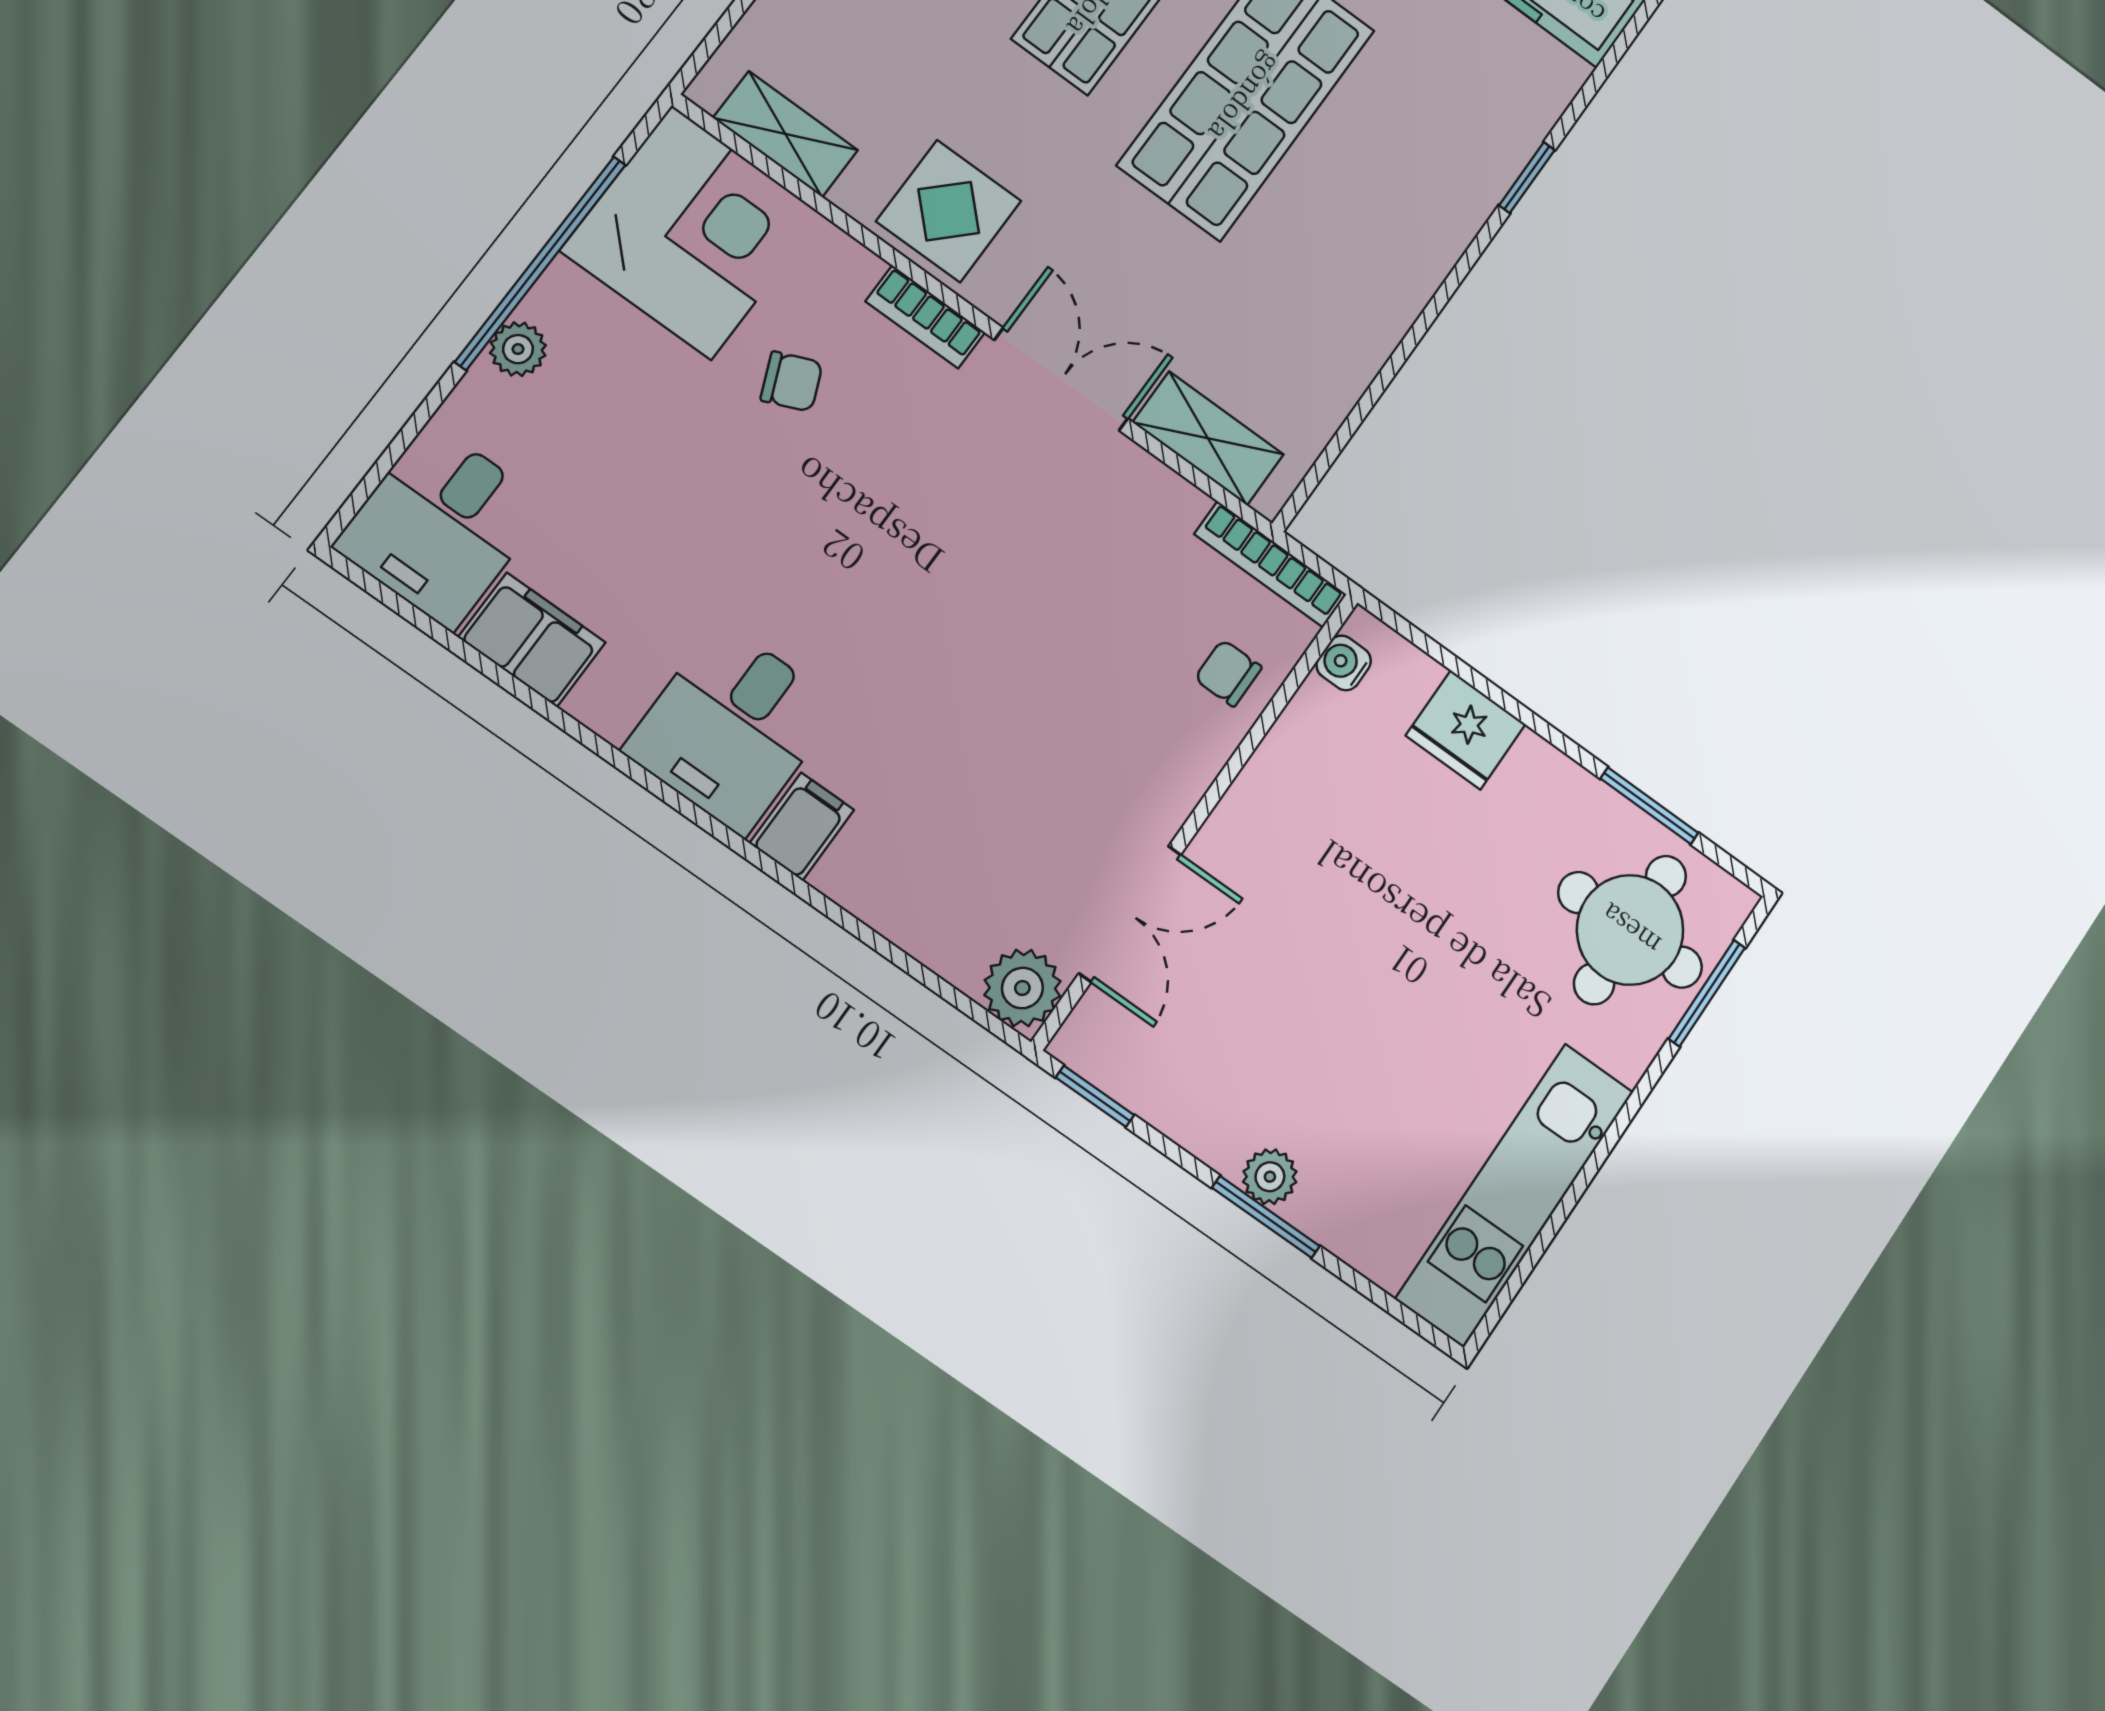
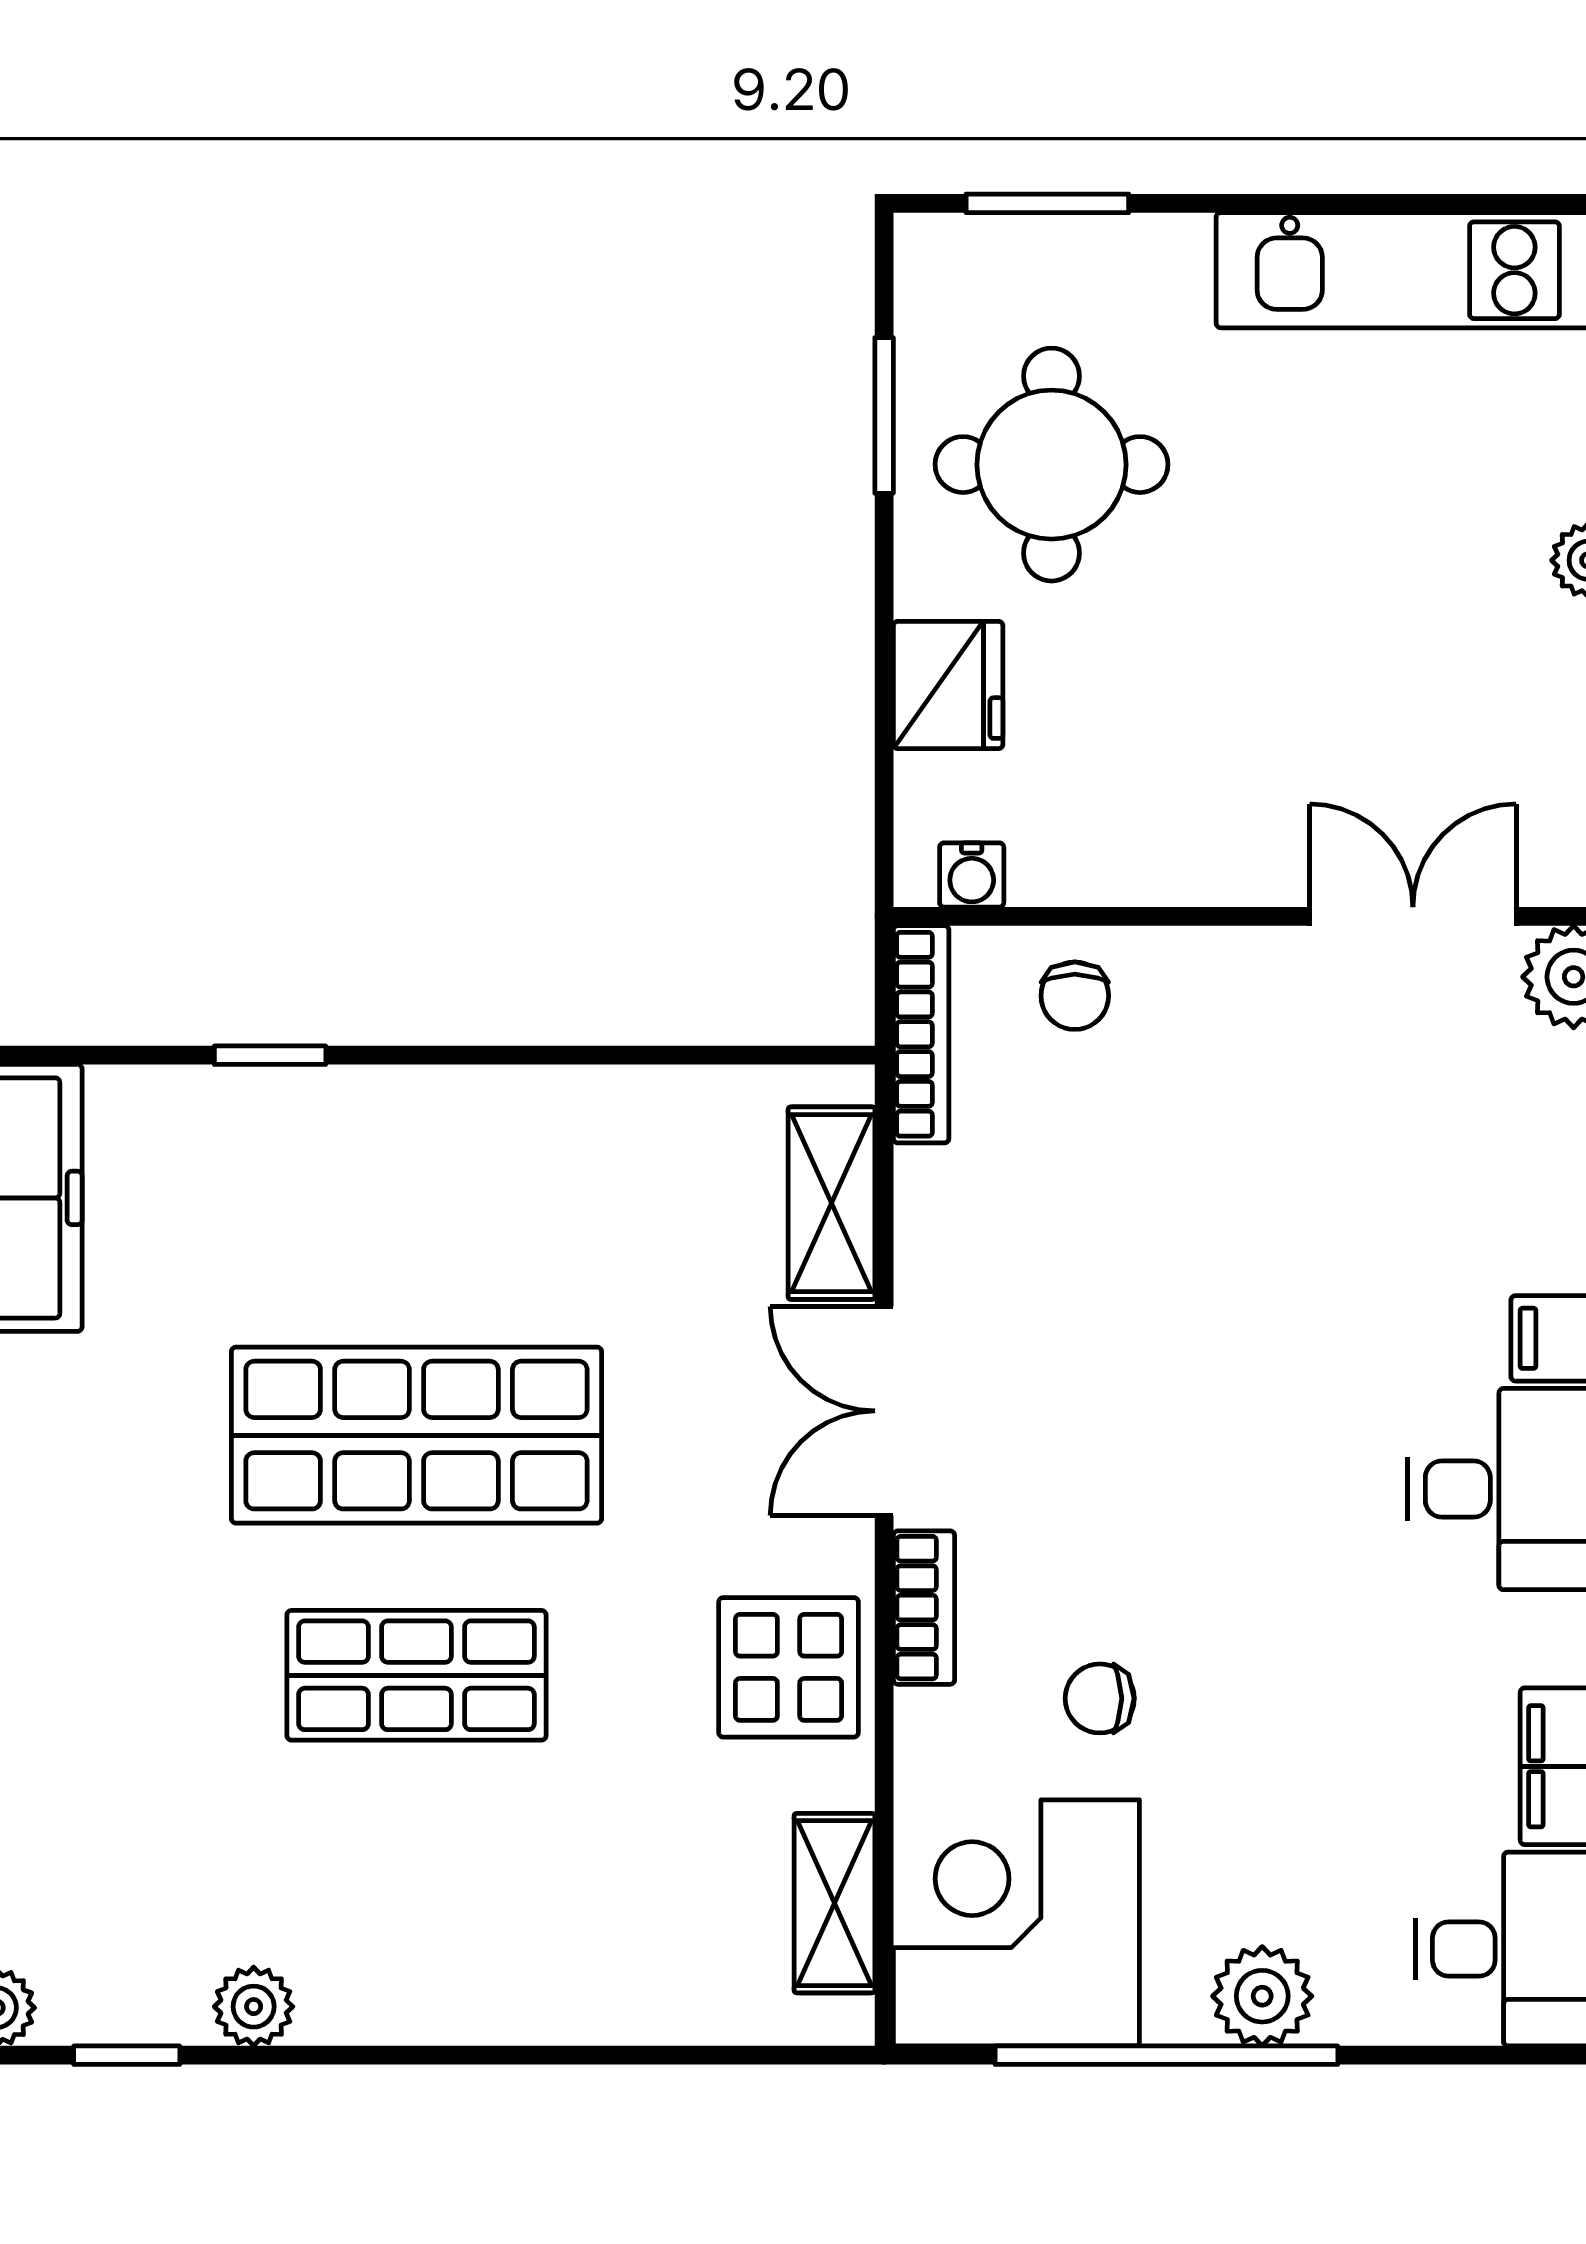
plant: (518, 349) -> (1262, 1996), width x1.38, depth x1.38
chair: (792, 381) -> (1100, 1698), turned -67
round table: (1630, 930) -> (1052, 465), moved

